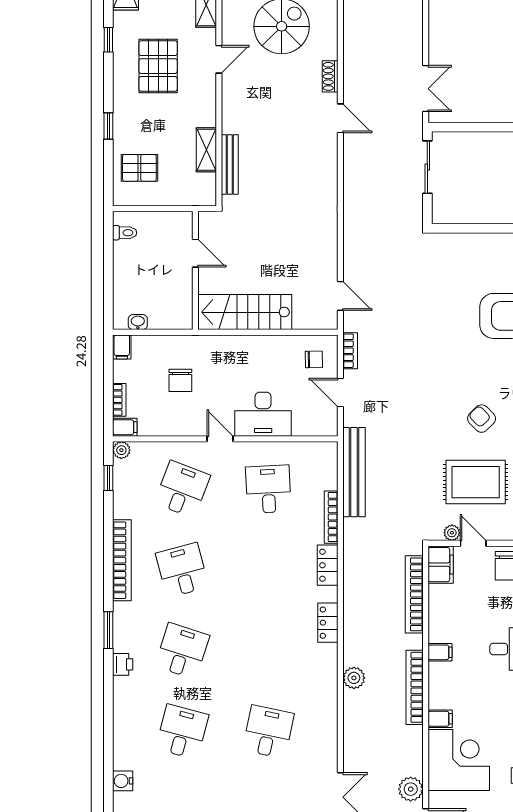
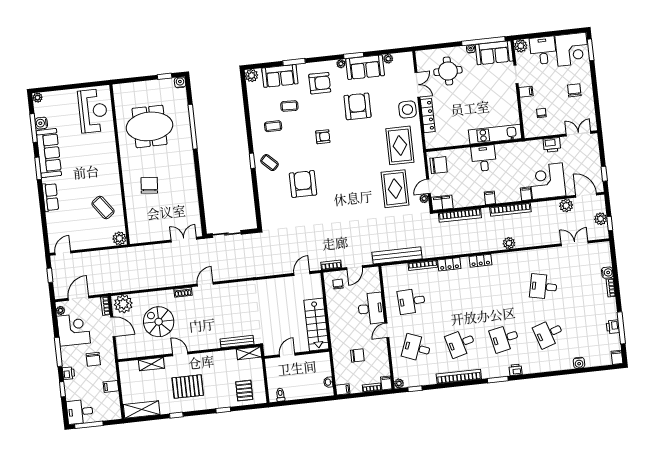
shelving: (206, 150) -> (249, 353), moved
armchair: (482, 419) -> (360, 189), removed
desk: (182, 651) -> (505, 338), turned -30
desk: (182, 732) -> (549, 333), turned -33

